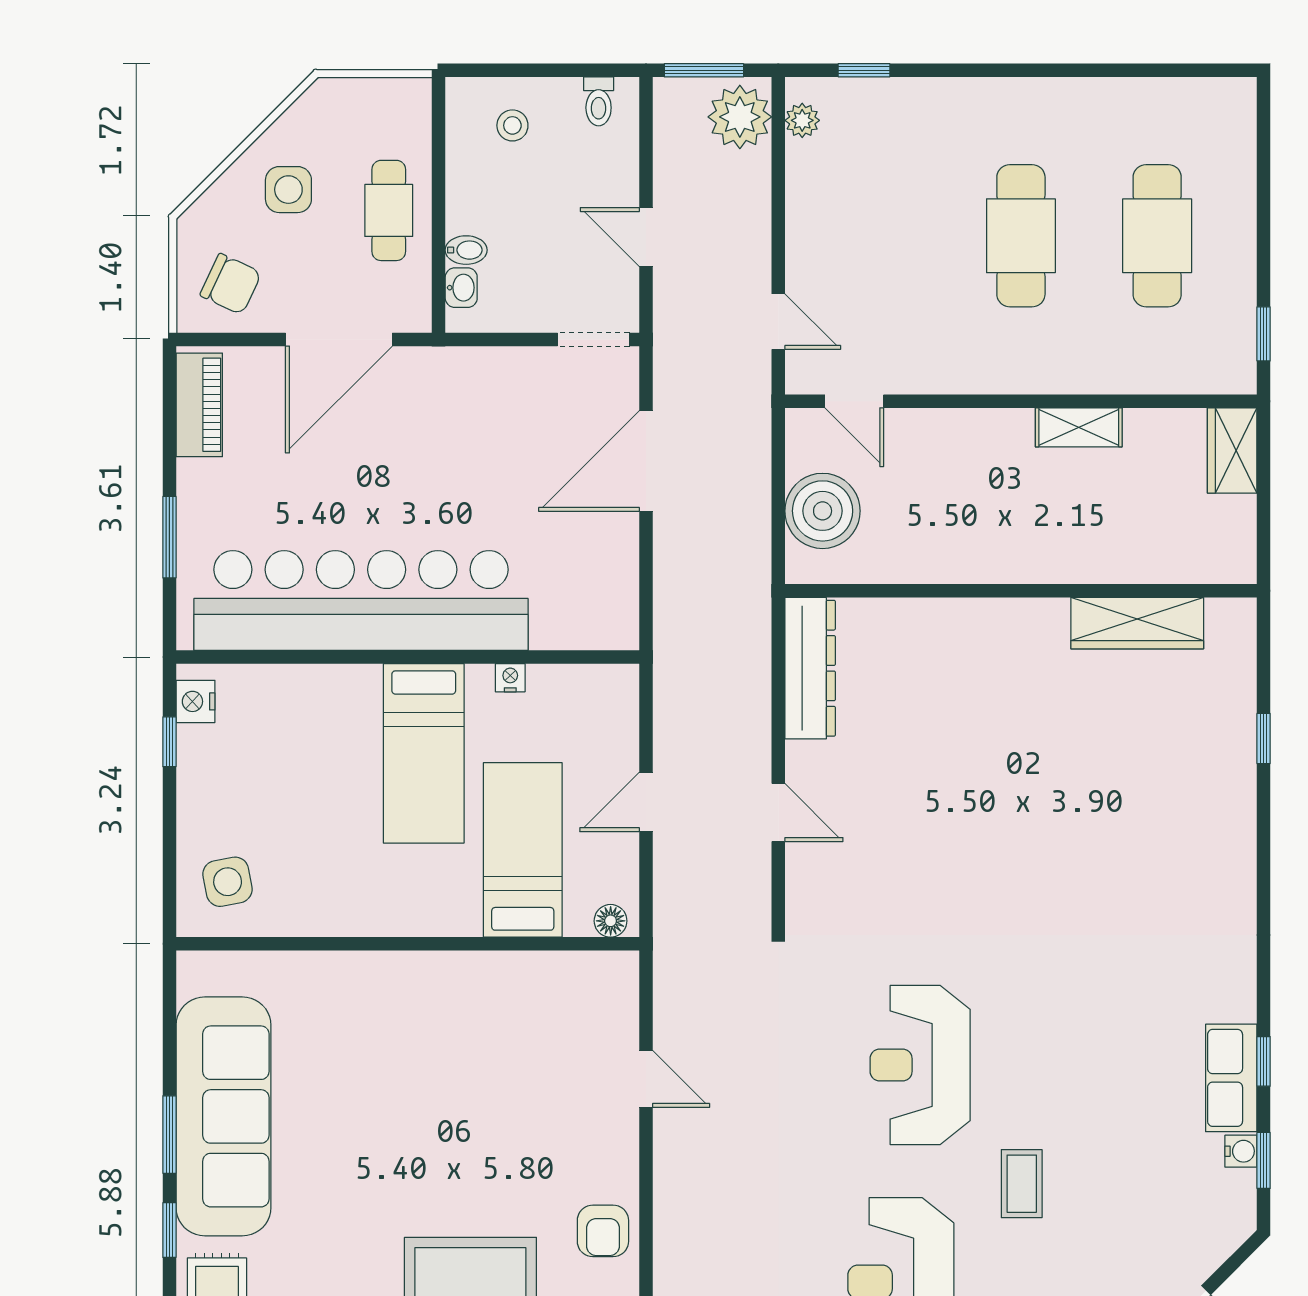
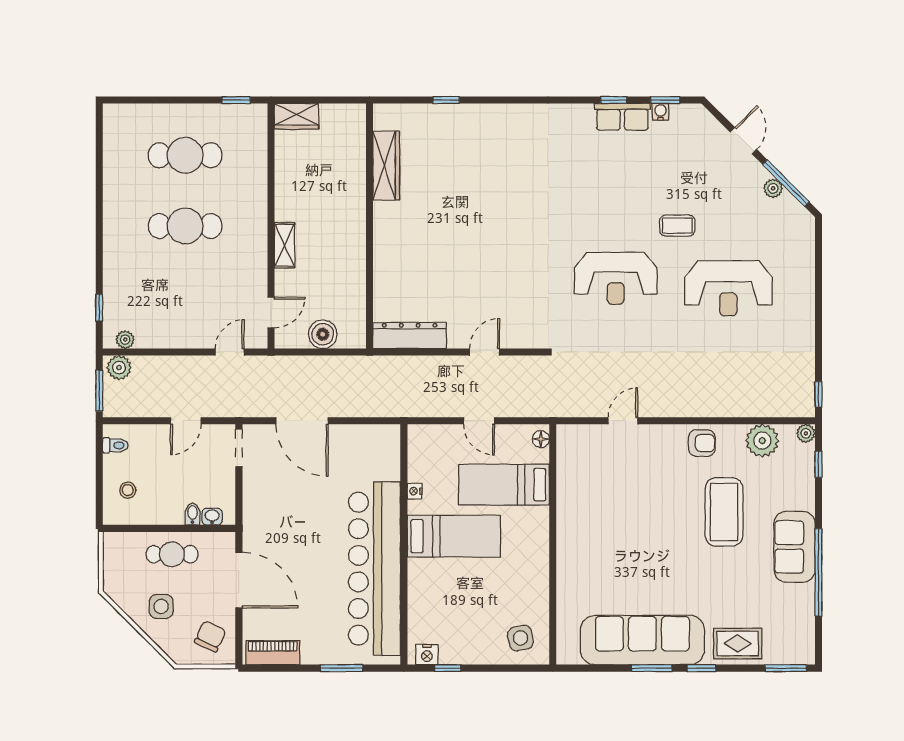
plant: (740, 117) -> (119, 368), width x0.73, depth x0.73
shelving: (1079, 427) -> (285, 245), moved
boiler: (823, 511) -> (323, 334), width x0.73, depth x0.73

